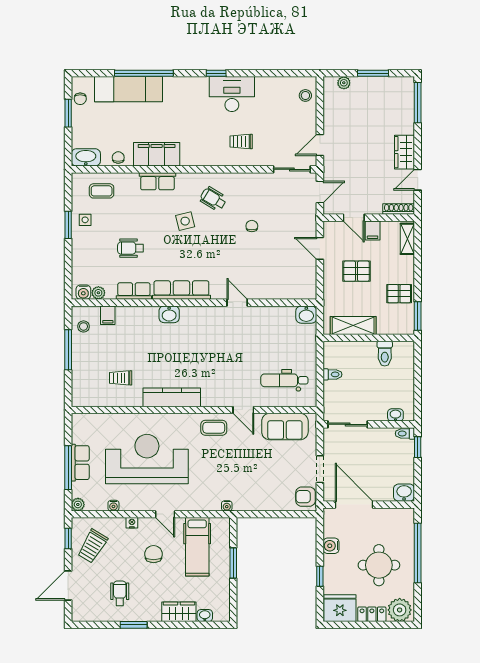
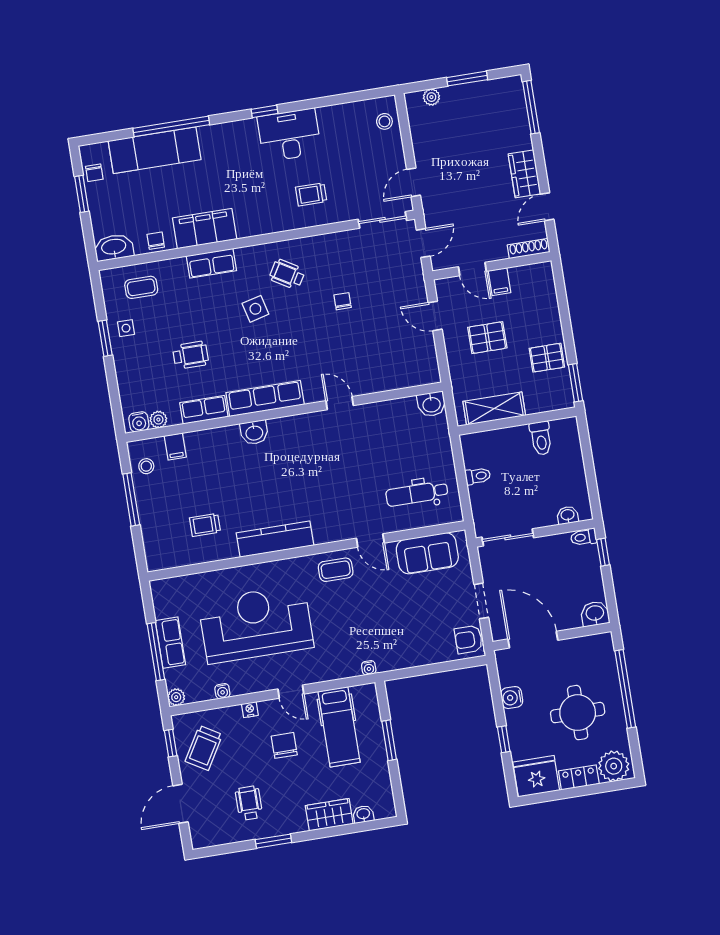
shelving: (407, 239) -> (546, 285), removed
wheelchair: (131, 248) -> (191, 355), turned 180

